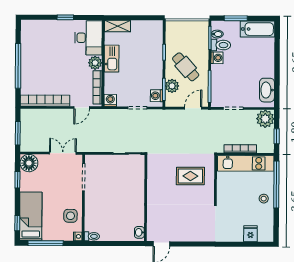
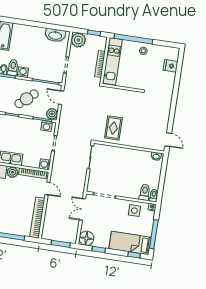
plant: (172, 86) -> (52, 114), moved
rug: (190, 176) -> (113, 128), moved
toilet: (94, 225) -> (145, 192), added

